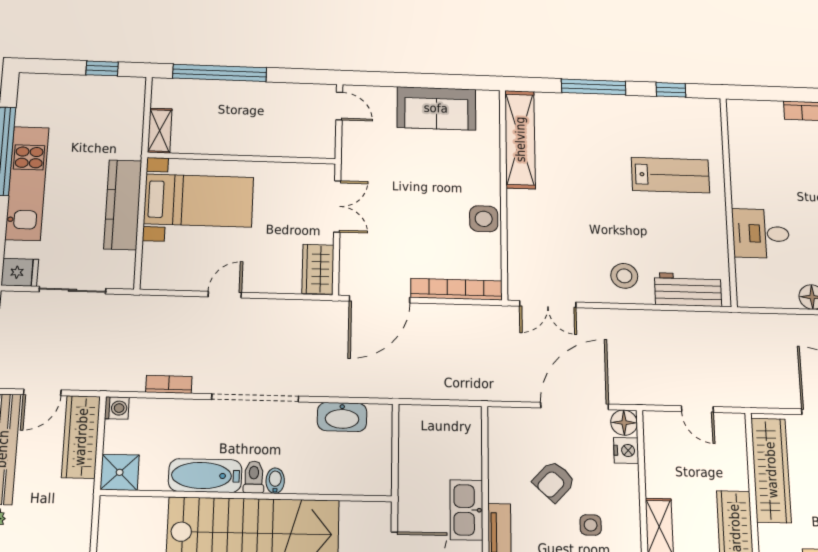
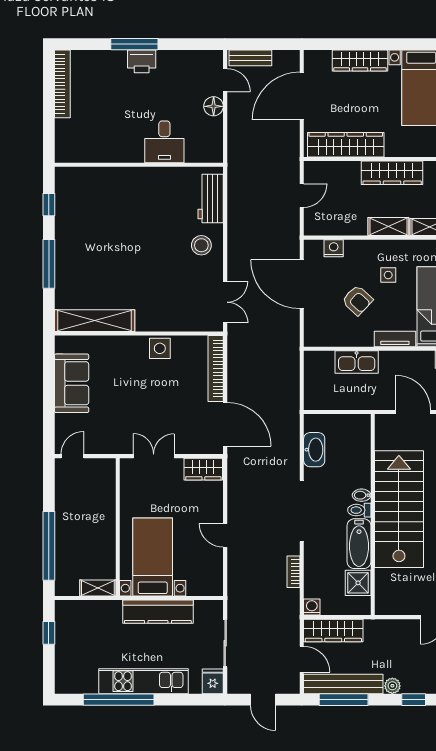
lab bench: (670, 175) -> (120, 208), removed
floor lamp: (624, 423) -> (313, 249), removed
shower: (120, 472) -> (358, 583), moved
kitchen sink: (466, 510) -> (357, 362), moved

